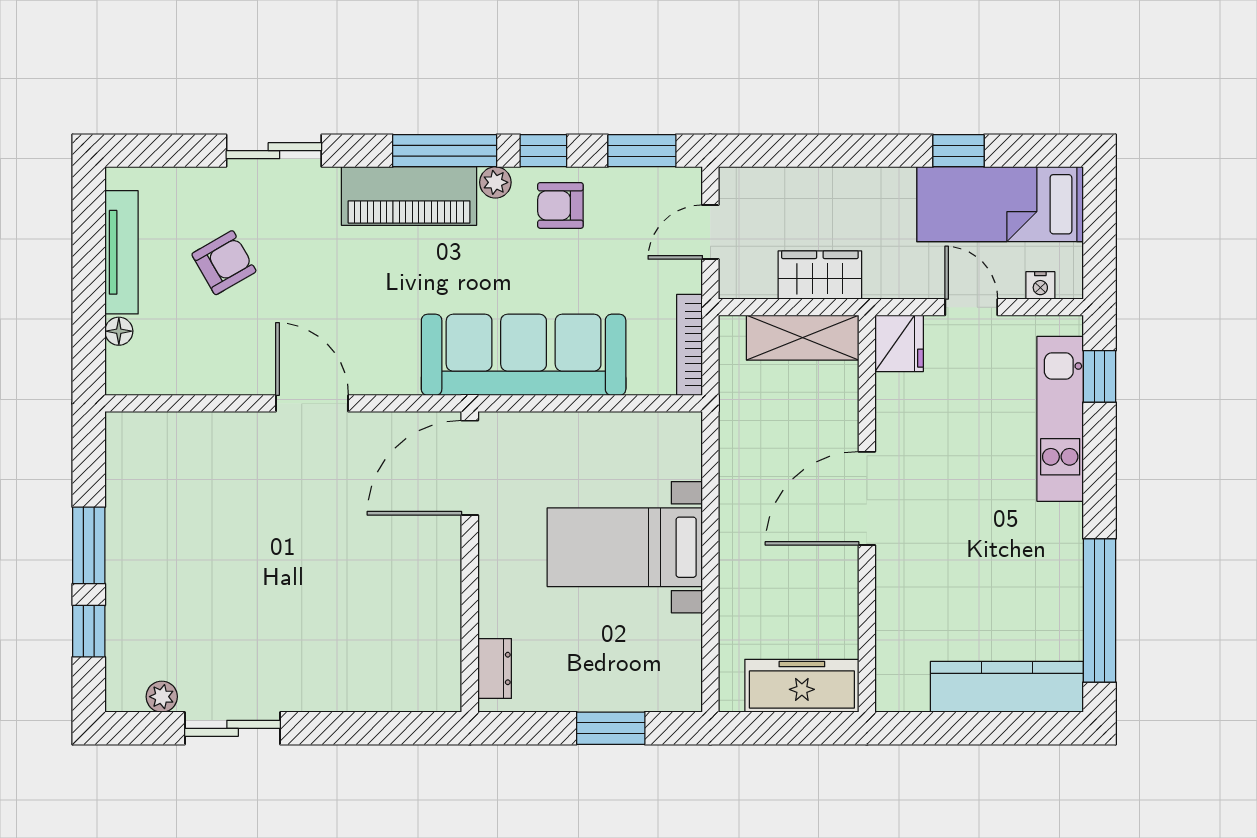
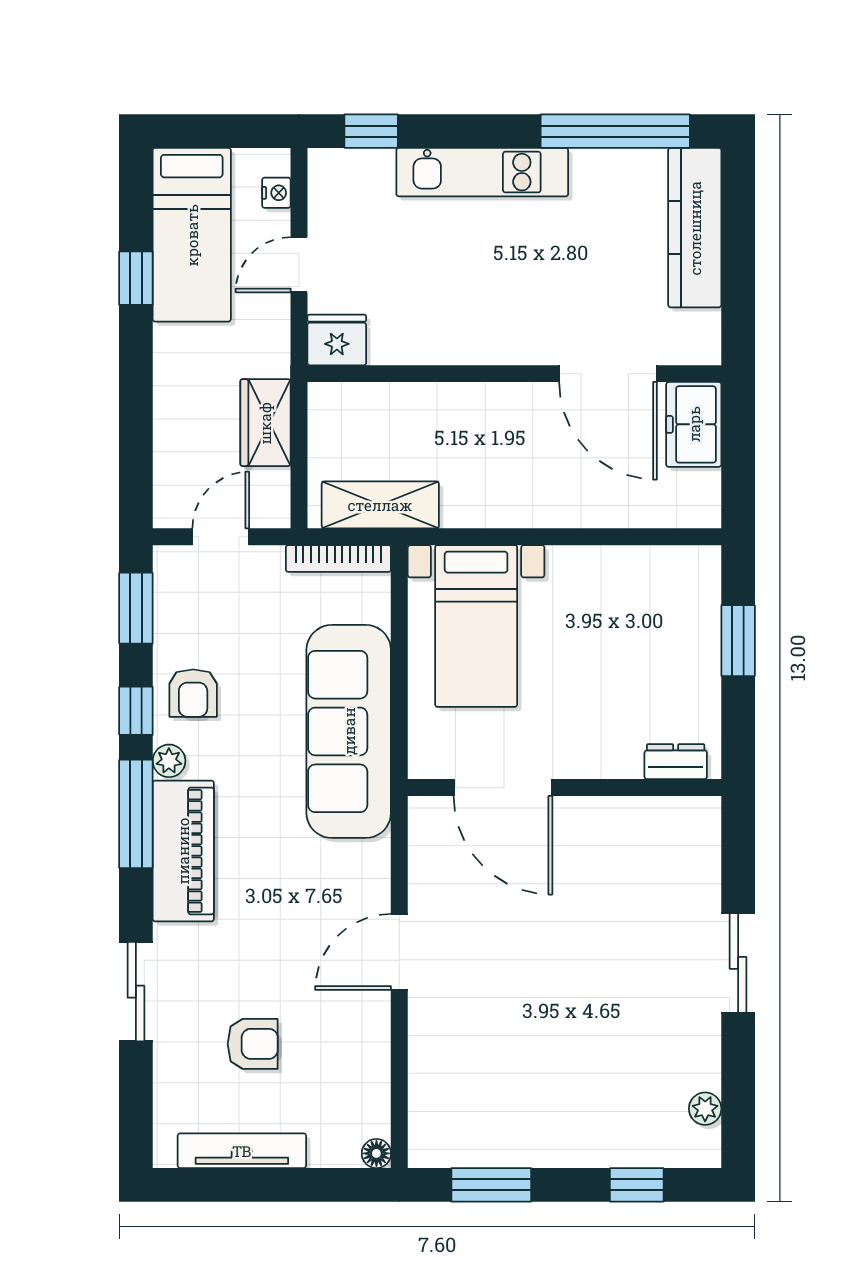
door: (710, 232) -> (221, 537), swing flipped
armchair: (224, 263) -> (253, 1044), turned 120
floor lamp: (119, 331) -> (376, 1153), moved
shelving: (803, 338) -> (380, 505), moved, turned 90
kitchen unit: (1060, 419) -> (482, 172), moved
door: (470, 468) -> (503, 788), moved
door: (867, 498) -> (608, 374), moved
window: (89, 545) -> (491, 1185), moved
bed with nightstands: (625, 547) -> (476, 626), moved
freezer: (802, 686) -> (694, 424), width x0.71
sliding door: (233, 728) -> (738, 963), moved

